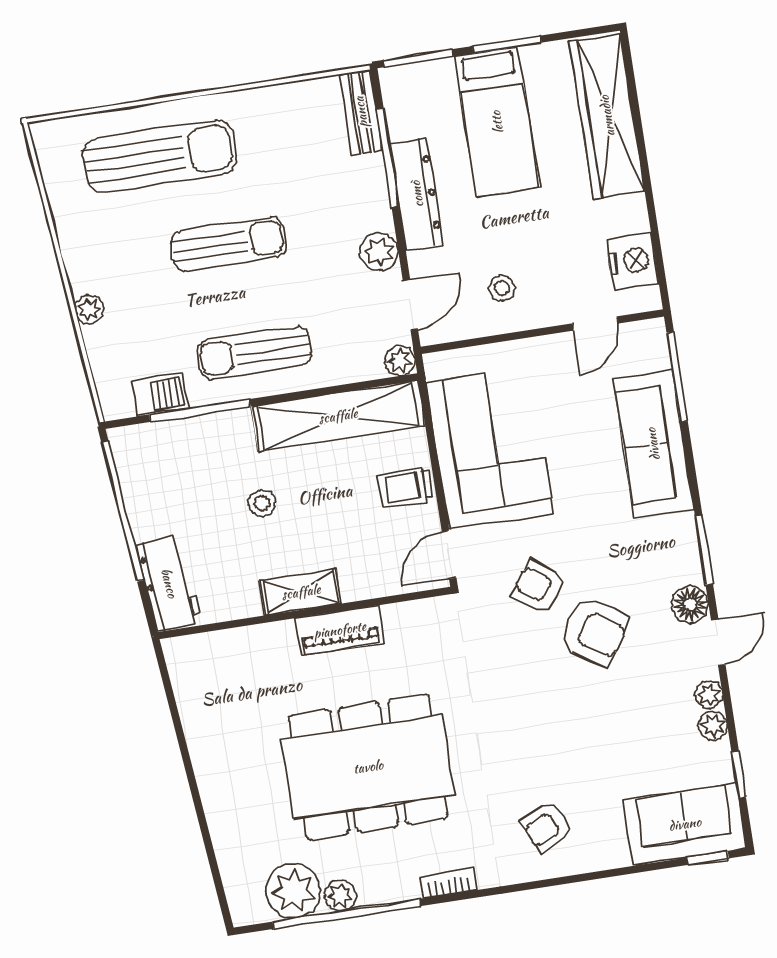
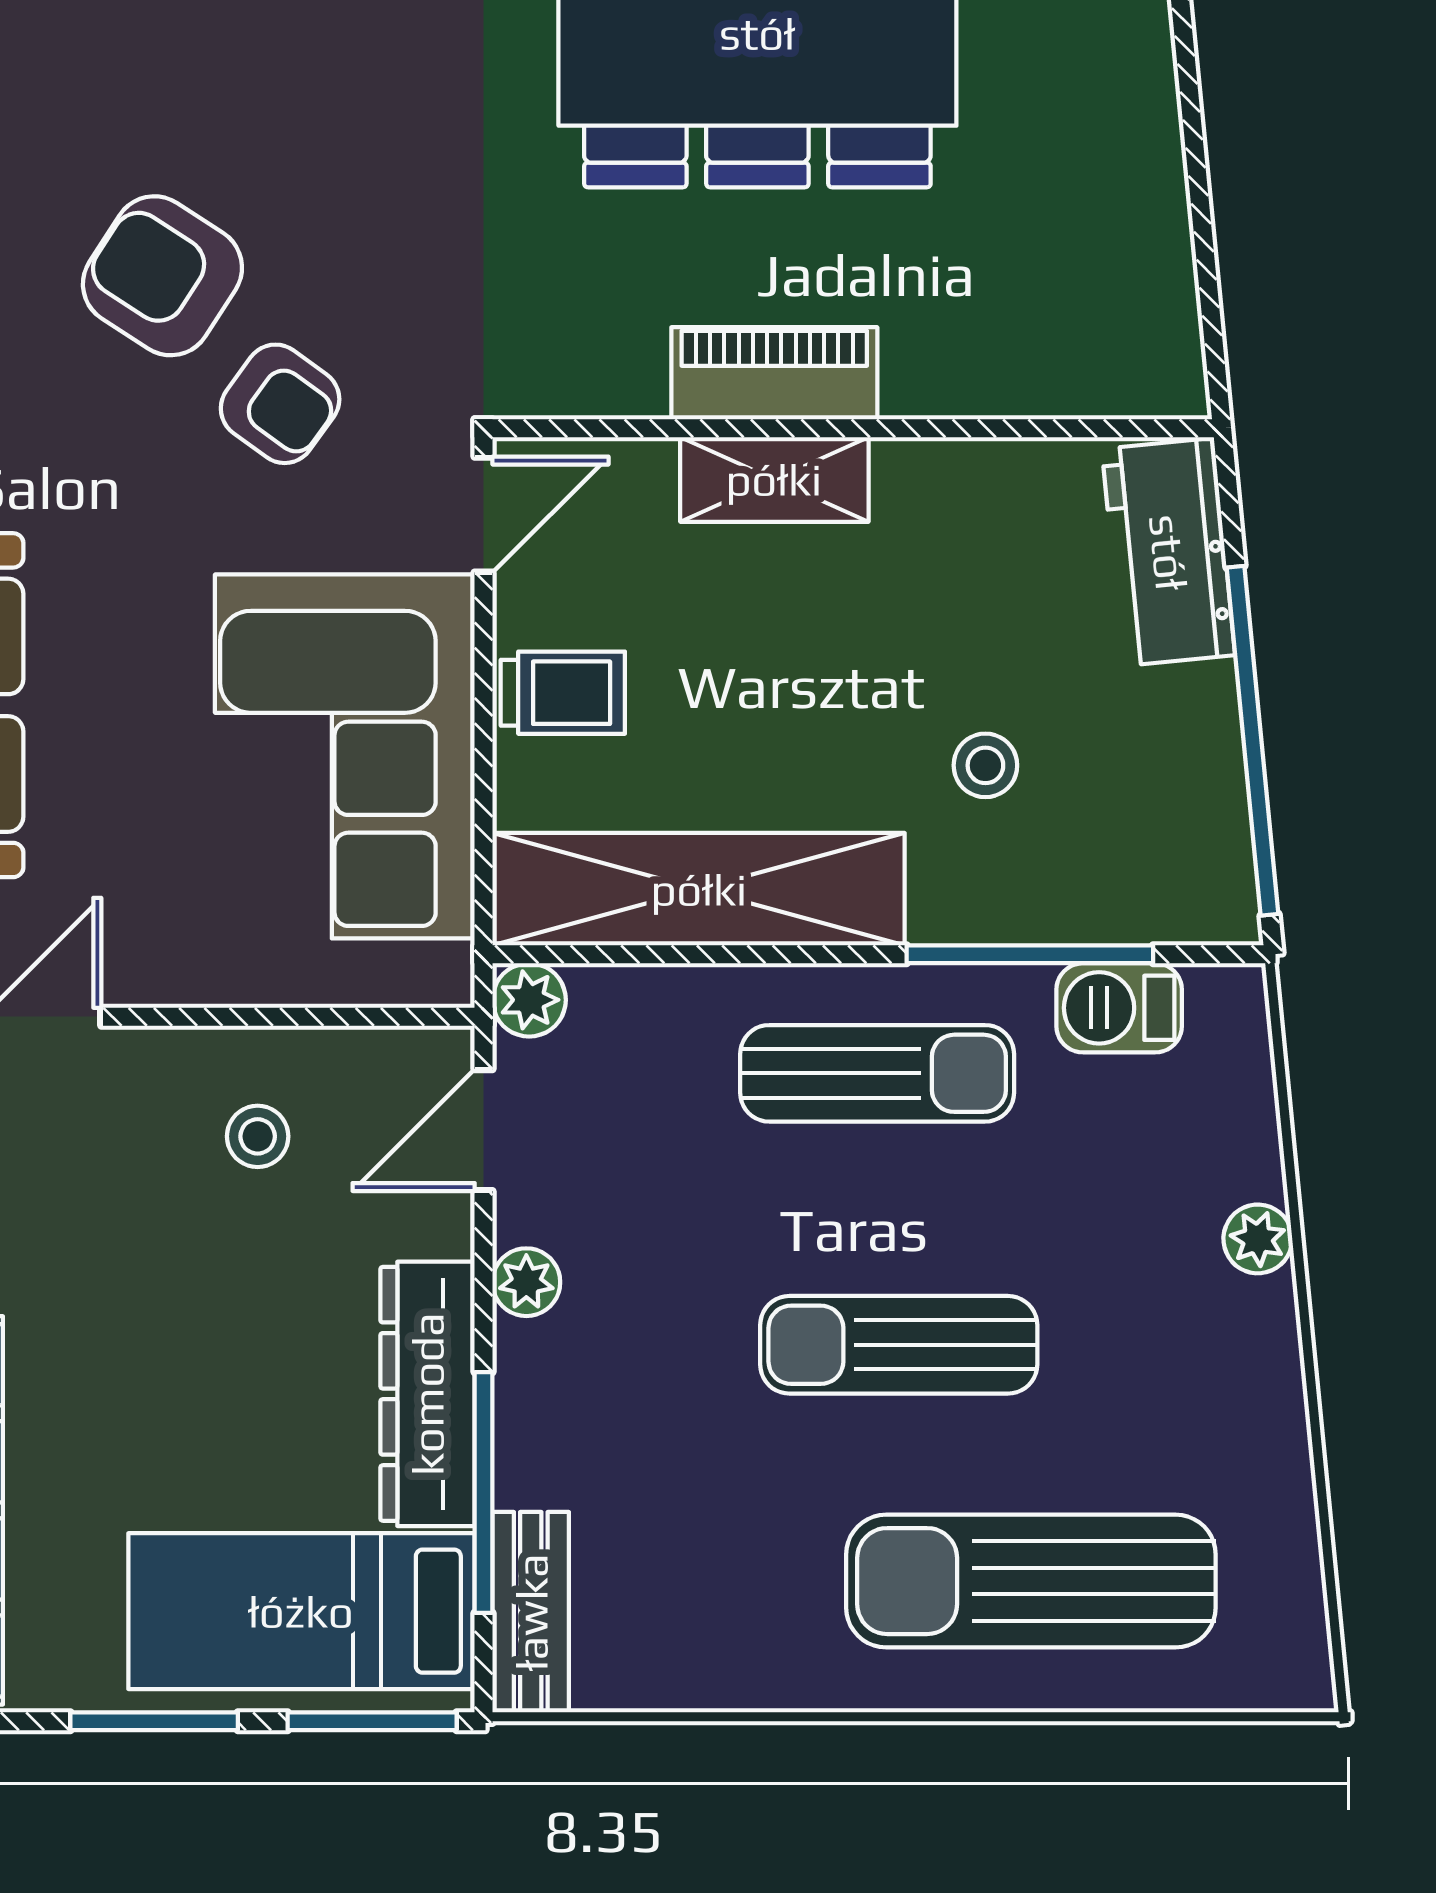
bed: (497, 122) -> (301, 1611), moved, turned -90
plant: (379, 252) -> (526, 1282), width x0.73, depth x0.73
stool: (262, 503) -> (985, 765), moved
shelving: (301, 592) -> (774, 479), moved

